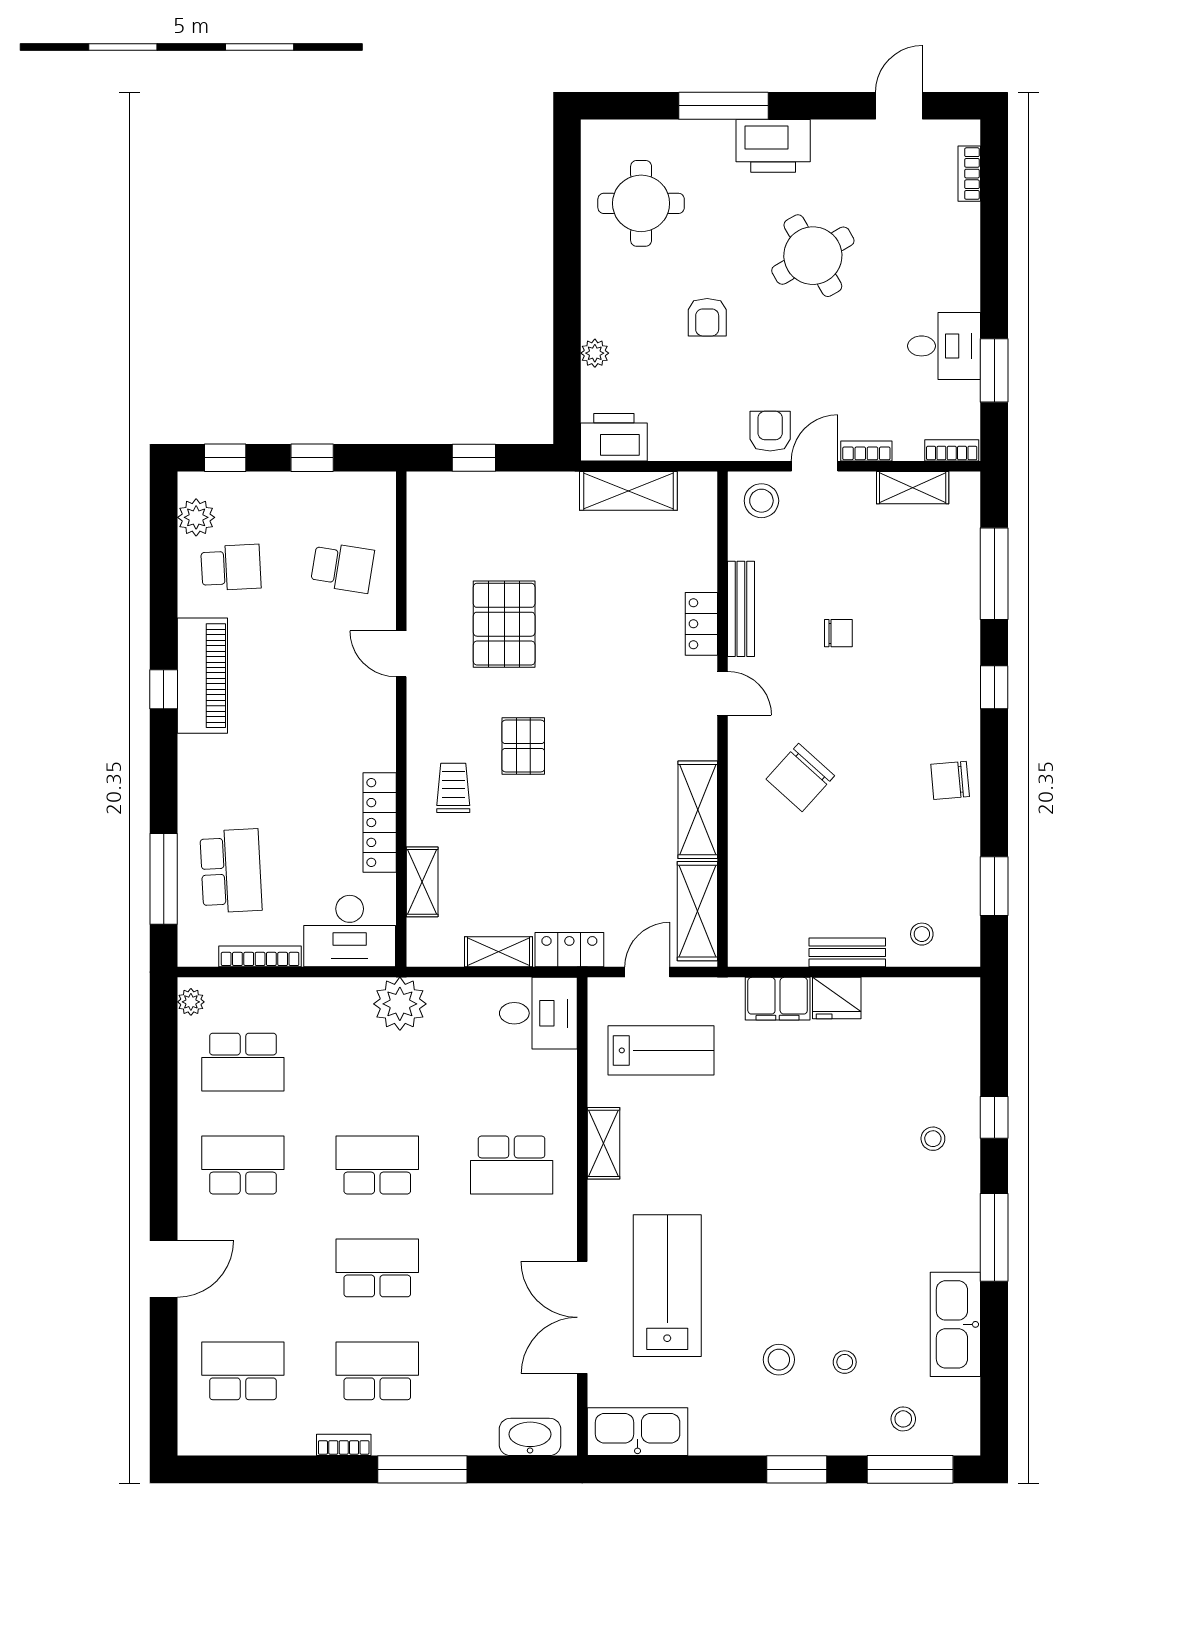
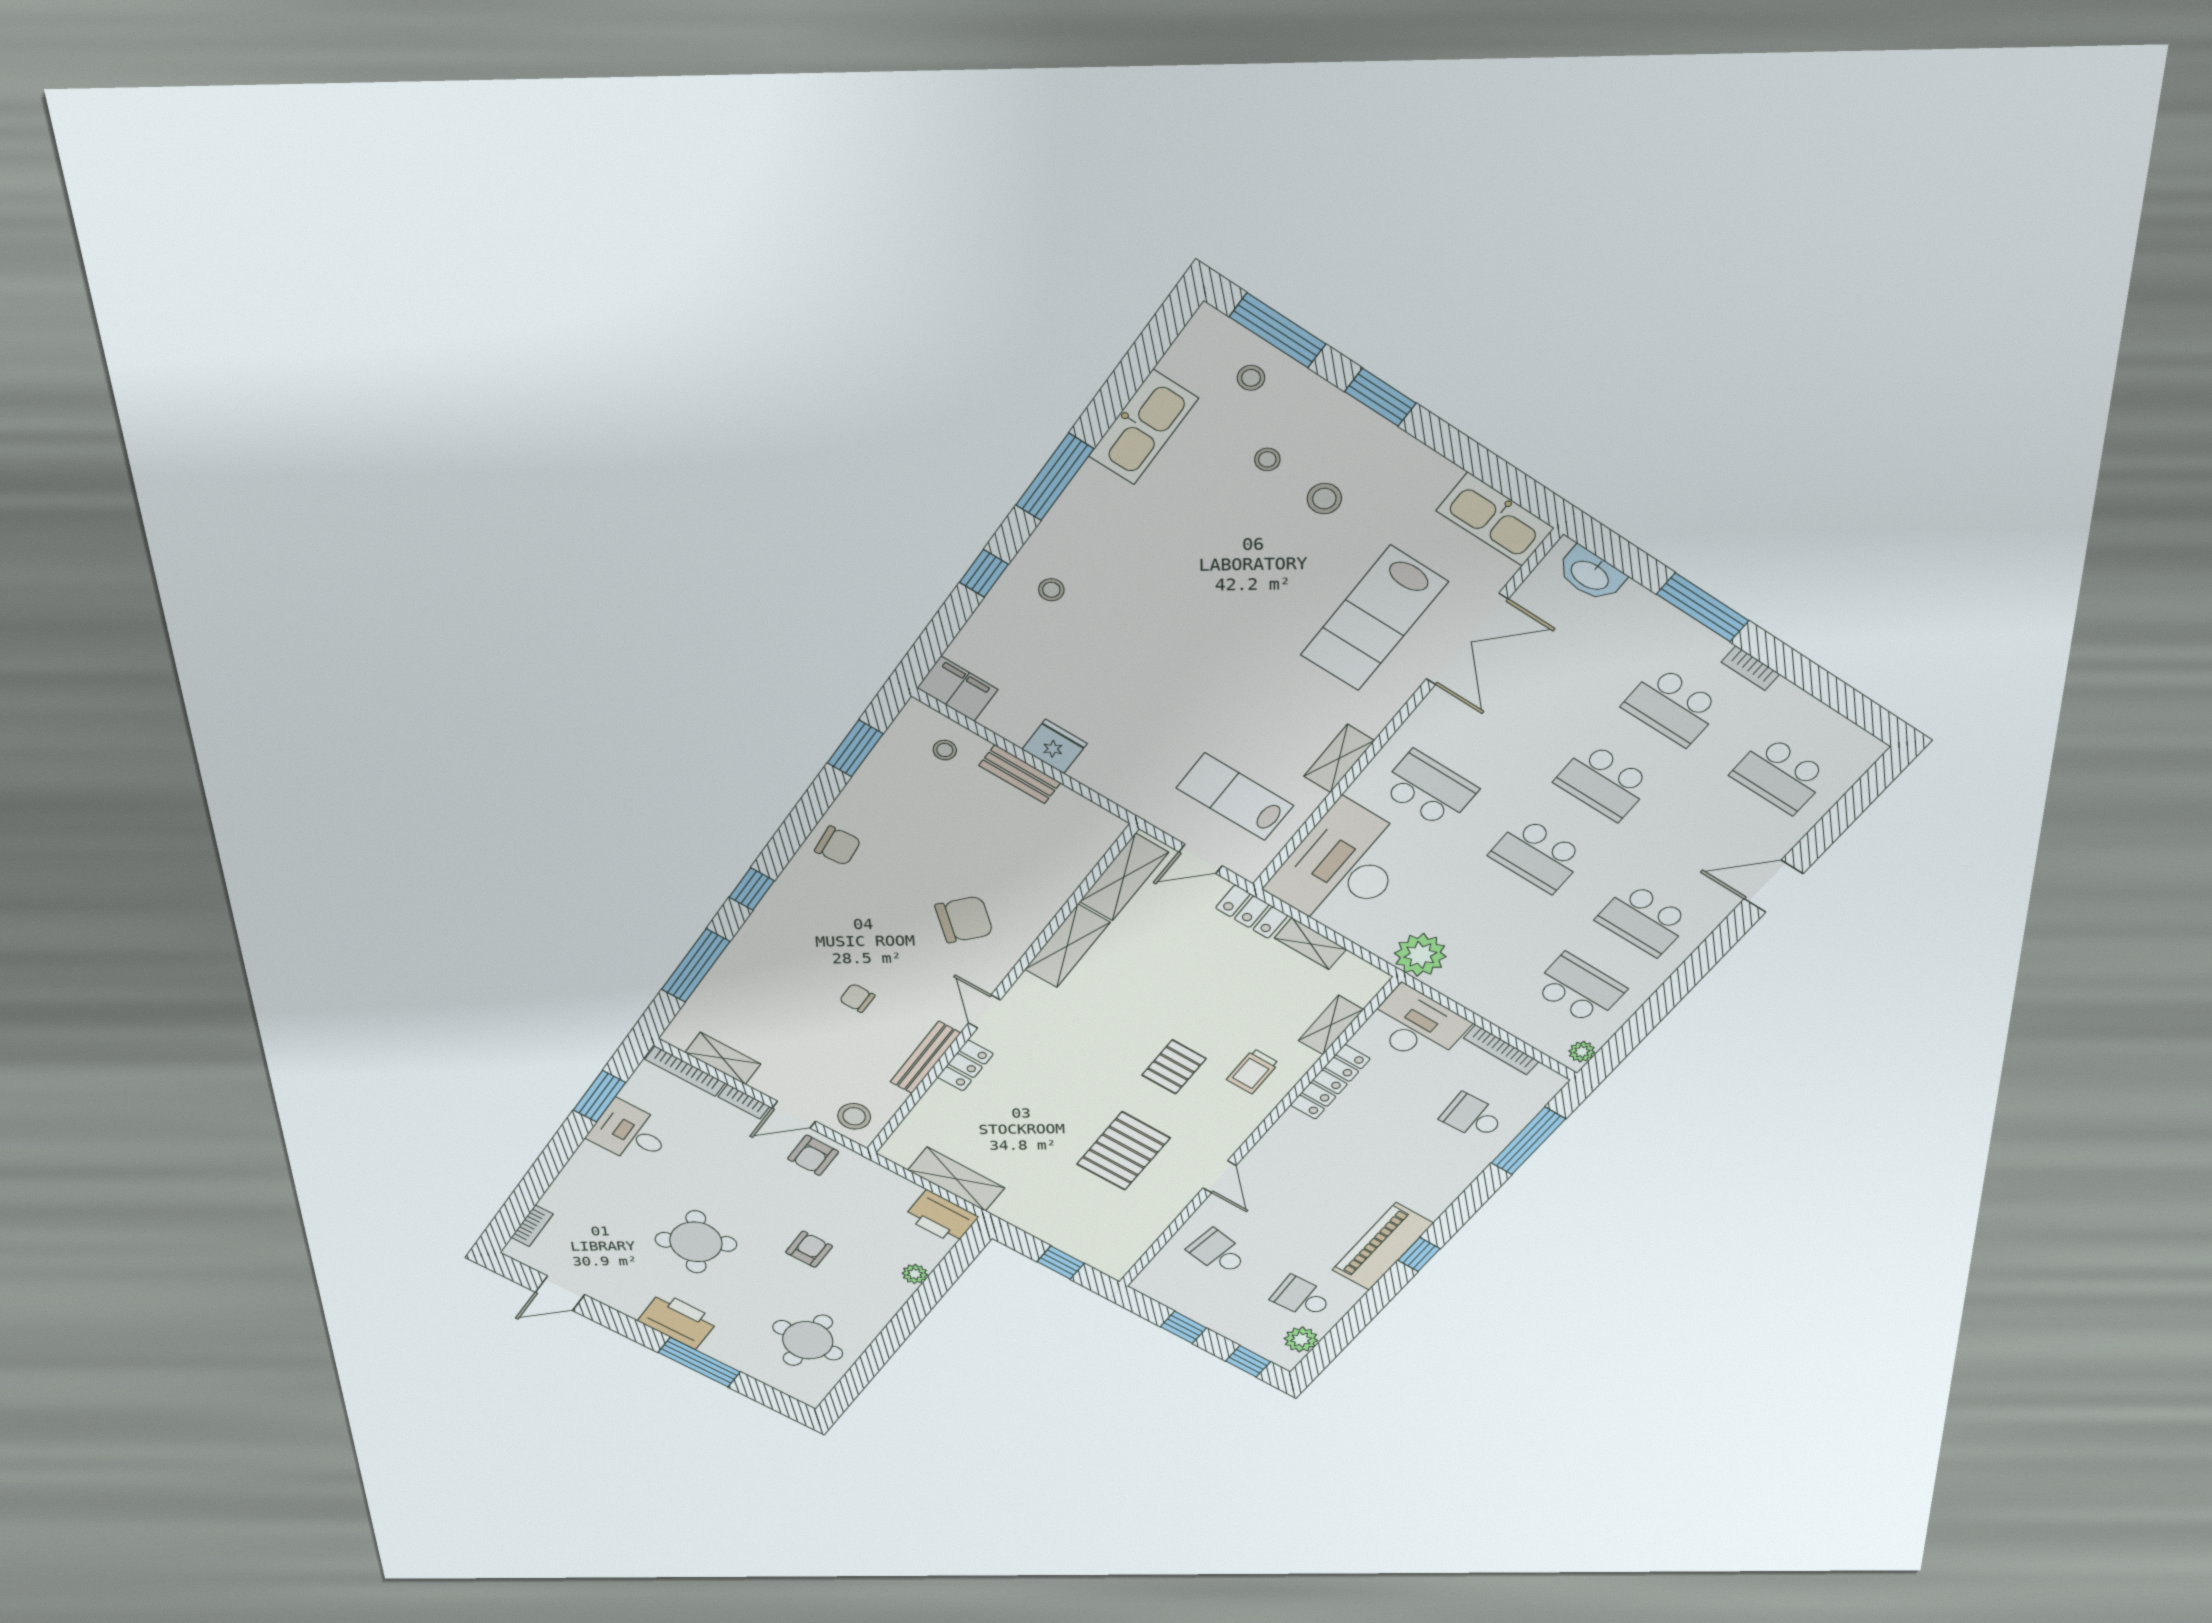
bookcase: (952, 450) -> (685, 1071), width x1.56
school desk: (231, 871) -> (1473, 1117), width x0.54
filing cabinet: (778, 999) -> (958, 689), moved
desk: (538, 1013) -> (1343, 867), width x1.87, depth x1.30

